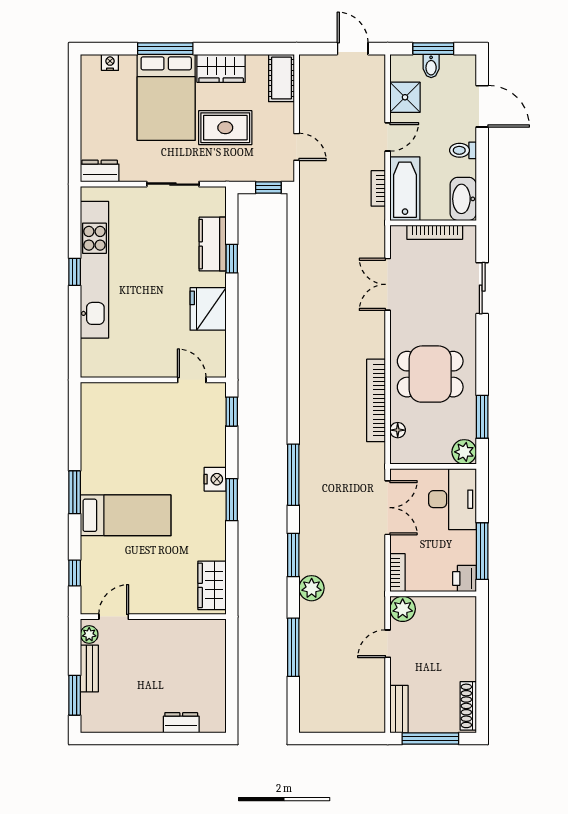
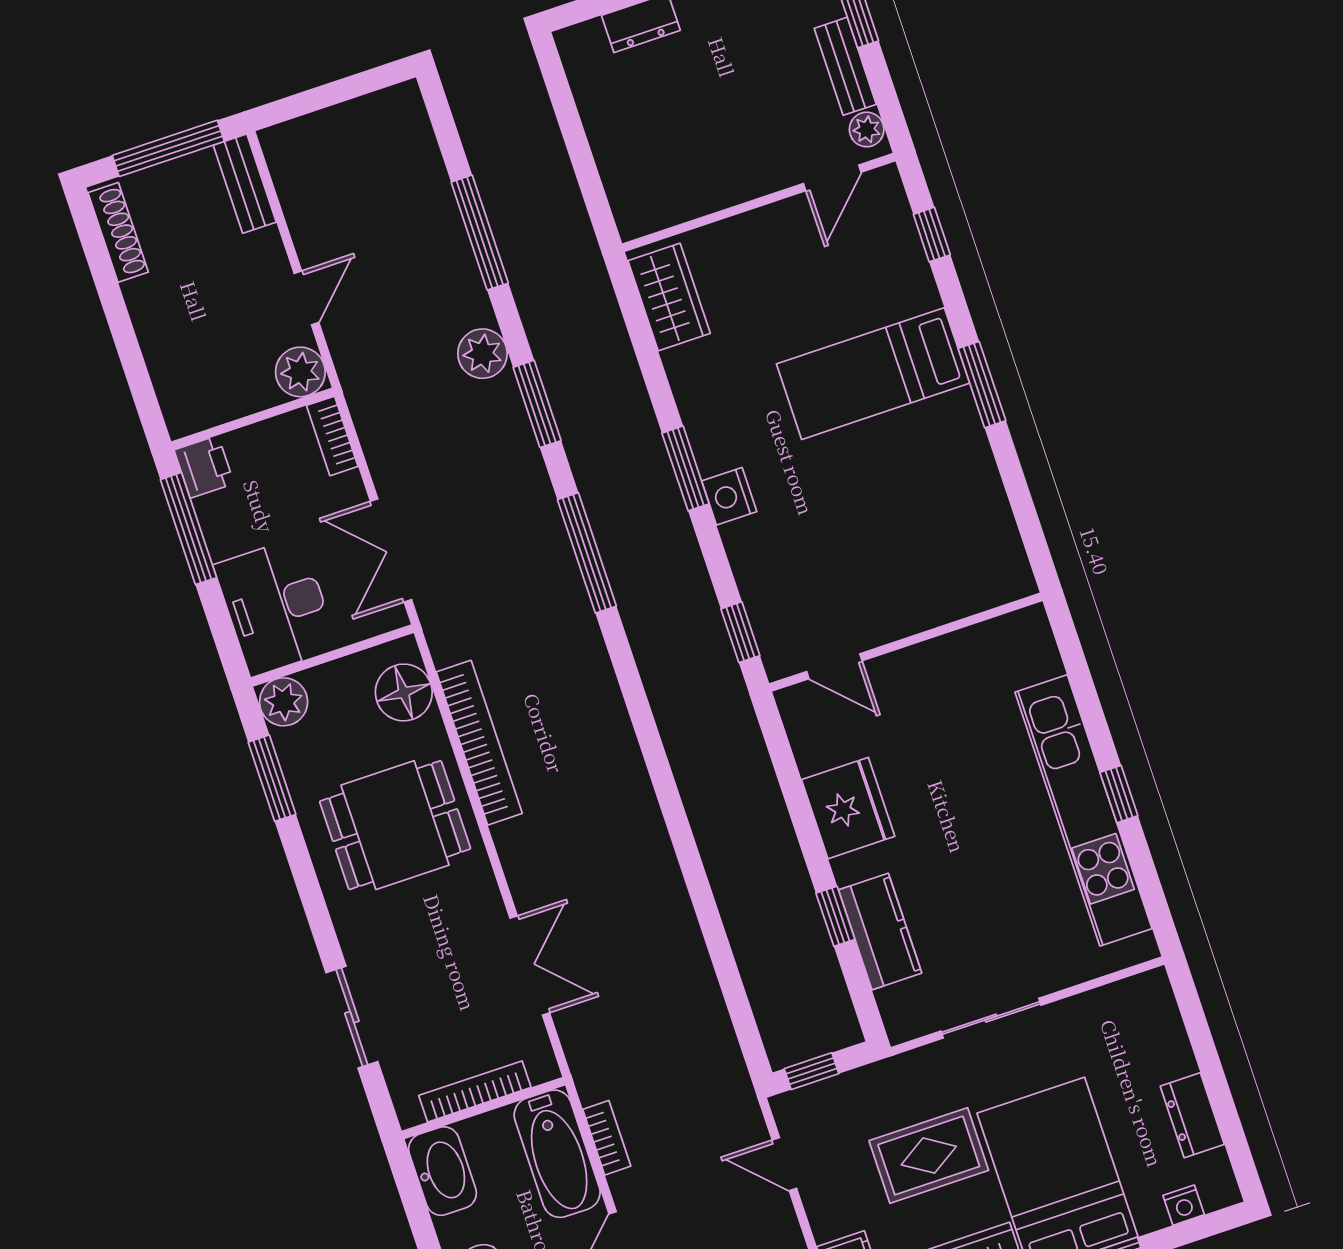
dresser: (100, 171) -> (1192, 1115), moved, turned 90
floor lamp: (398, 430) -> (404, 692), width x1.89, depth x1.89

